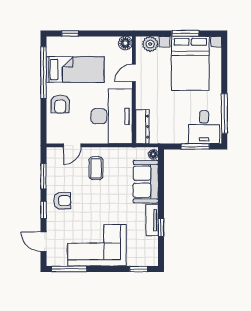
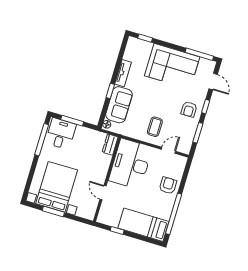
window: (70, 33) -> (117, 230), moved
floor lamp: (125, 43) -> (103, 218), removed
plant: (150, 44) -> (84, 211), removed
bed: (75, 70) -> (143, 225), moved
door: (134, 73) -> (103, 193), swing flipped
dresser: (142, 127) -> (110, 145), width x0.70
armchair: (62, 201) -> (189, 109), turned -90
window: (161, 227) -> (110, 91), moved

